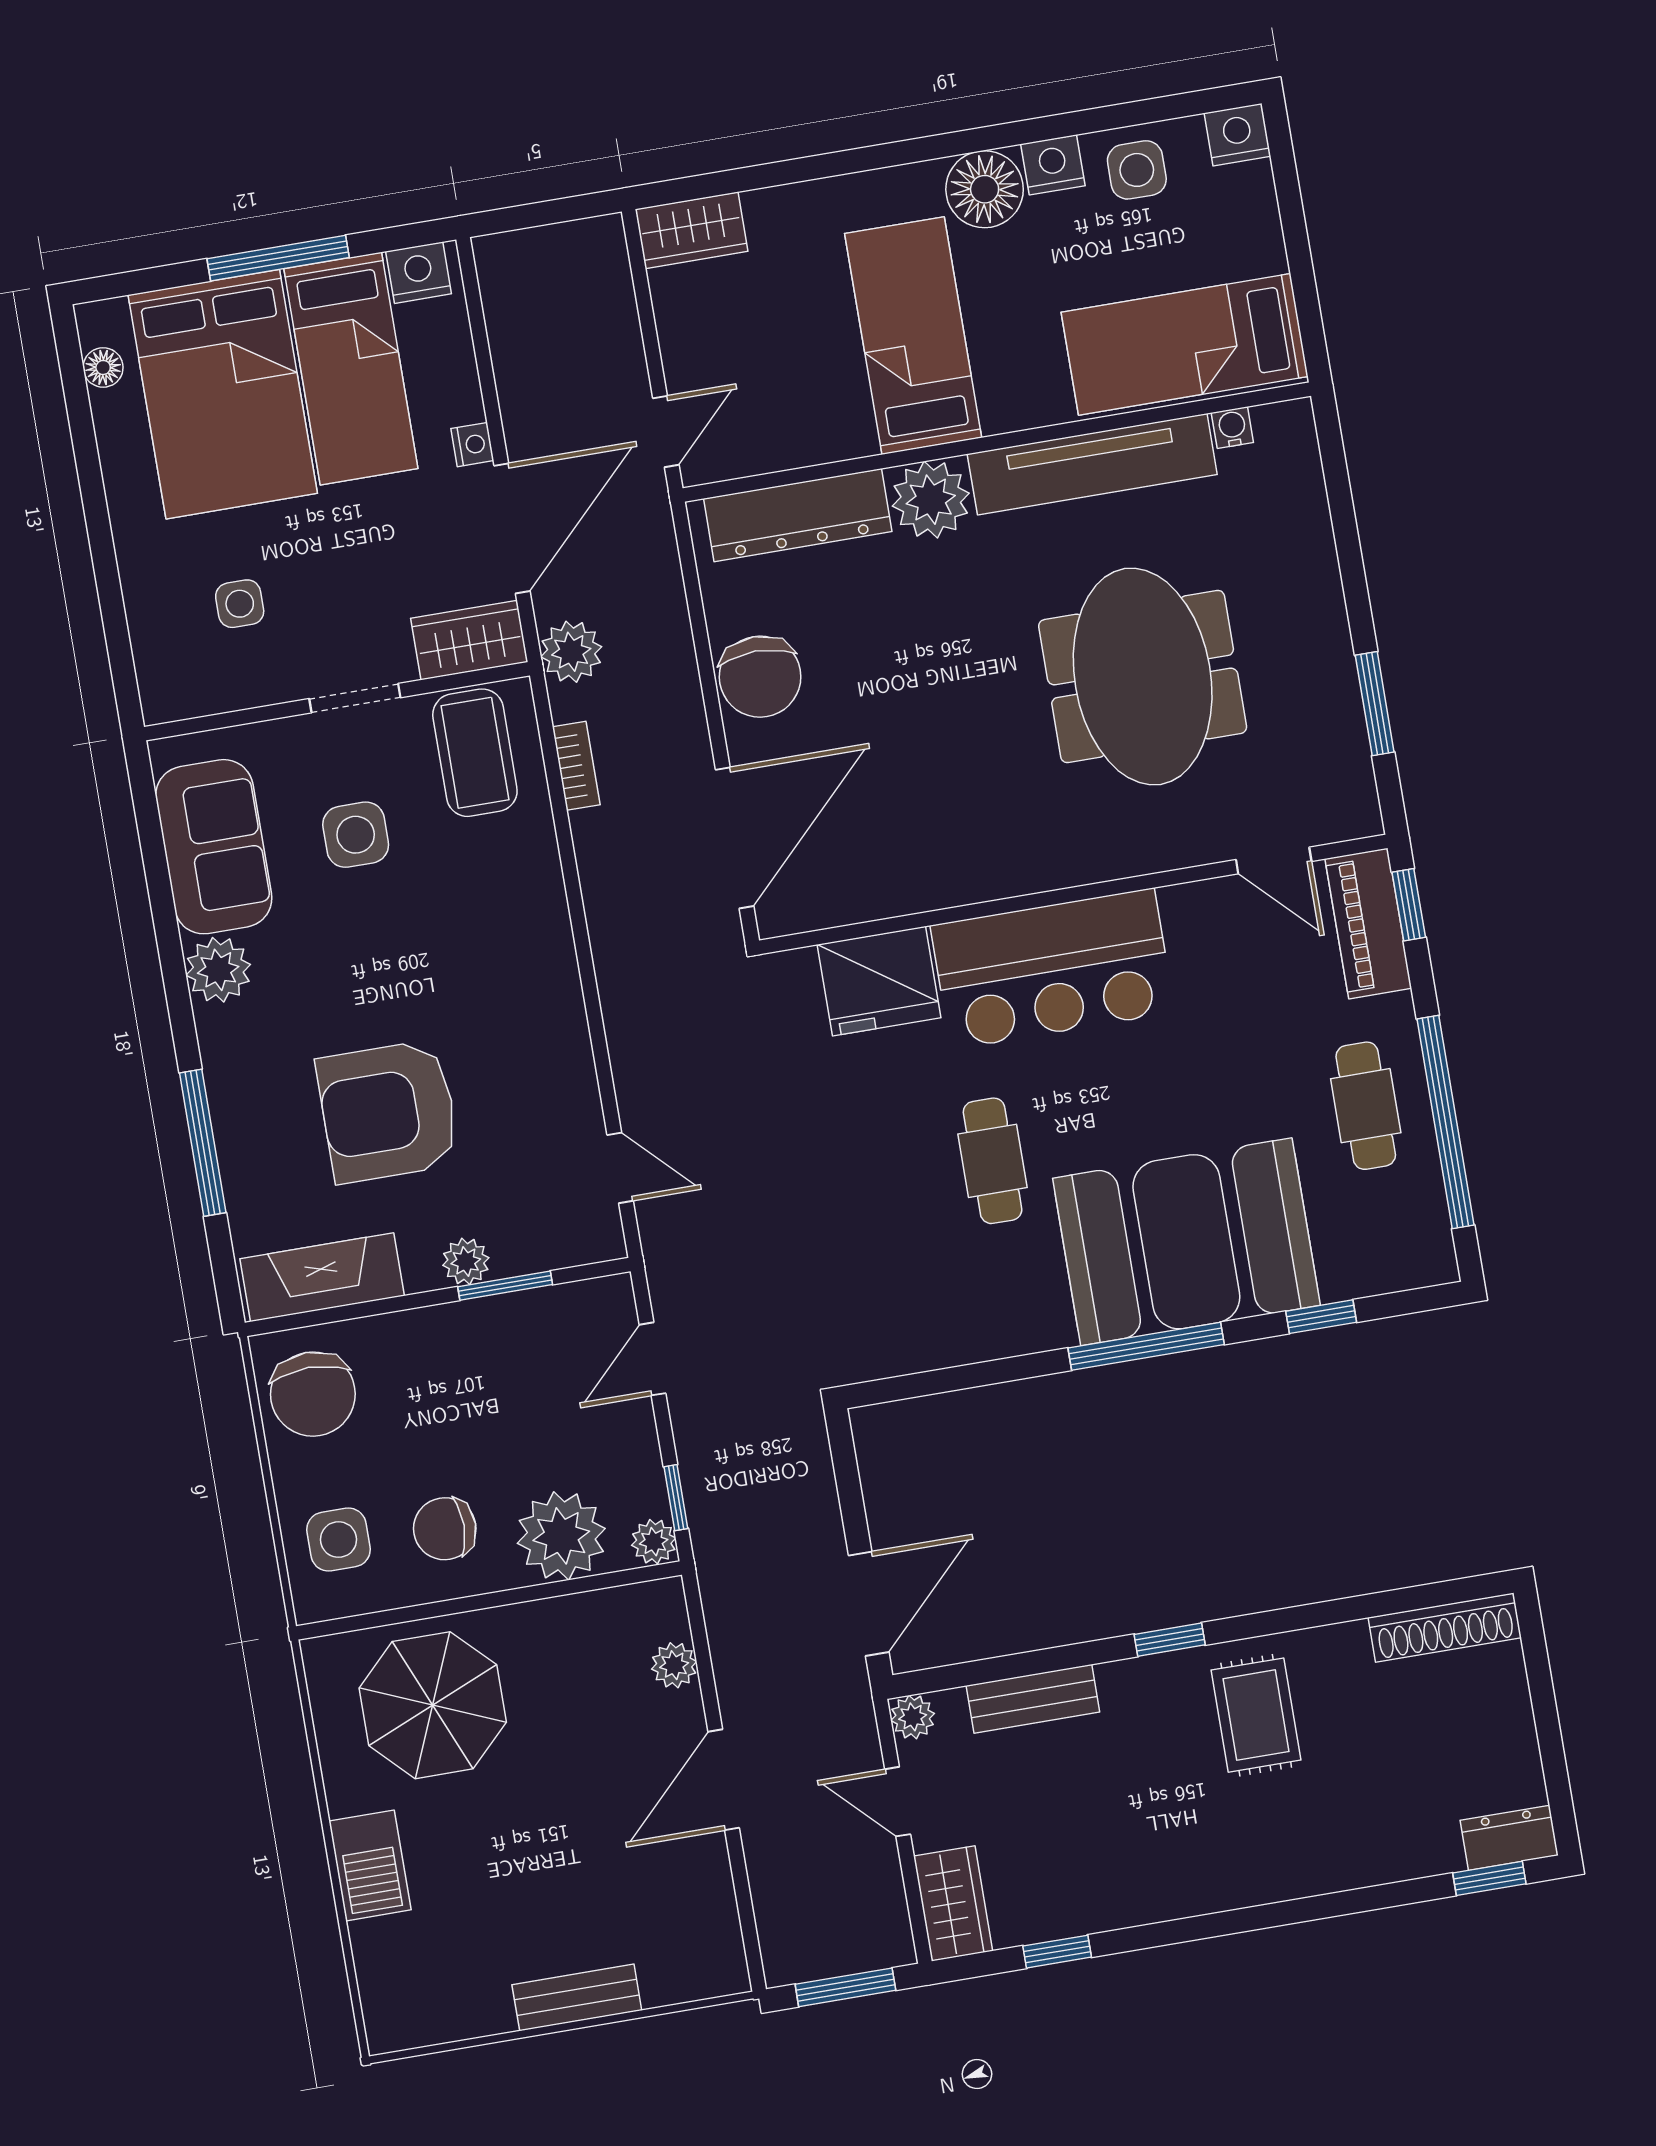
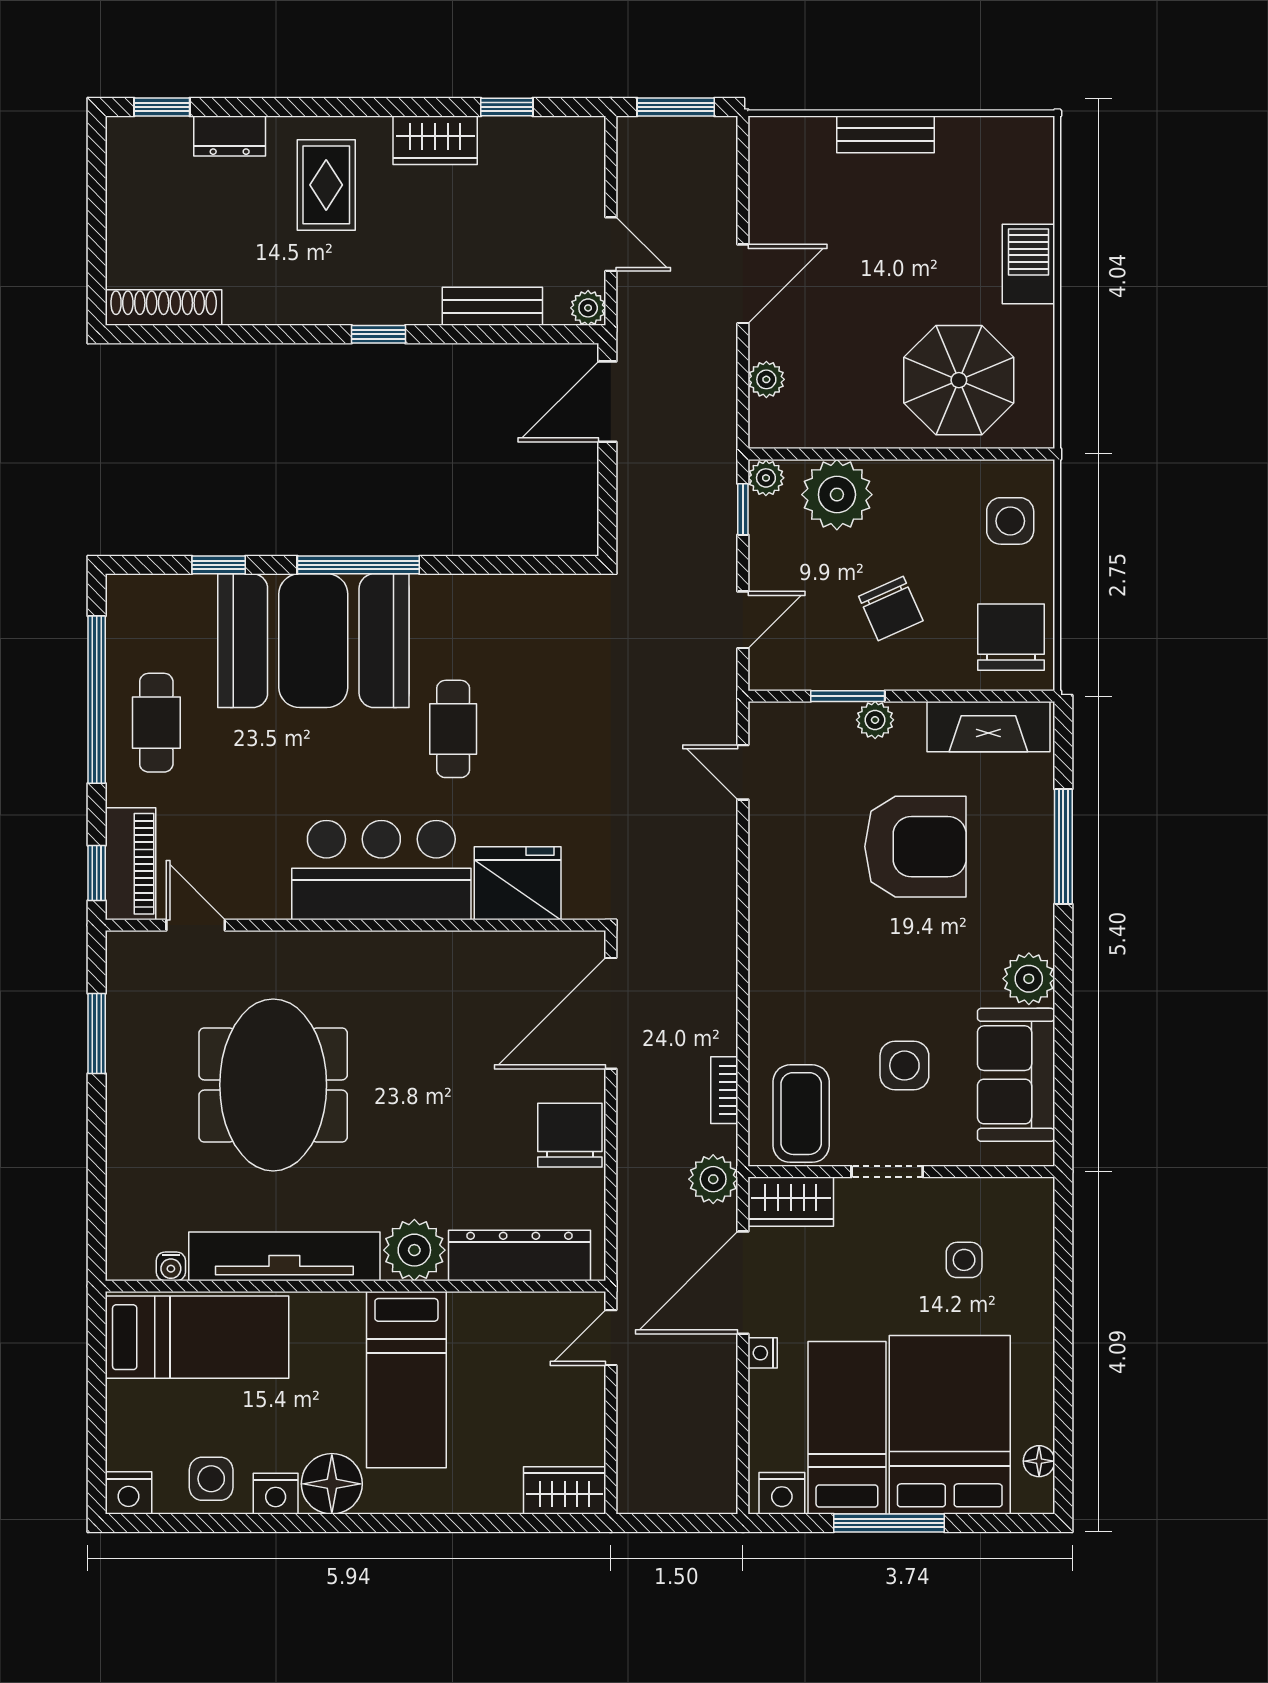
chair: (445, 1529) -> (891, 609), moved, turned 66
rug: (1256, 1715) -> (326, 185), moved
dresser: (1509, 1838) -> (230, 136), moved
wardrobe: (953, 1903) -> (435, 140), moved, turned -90

